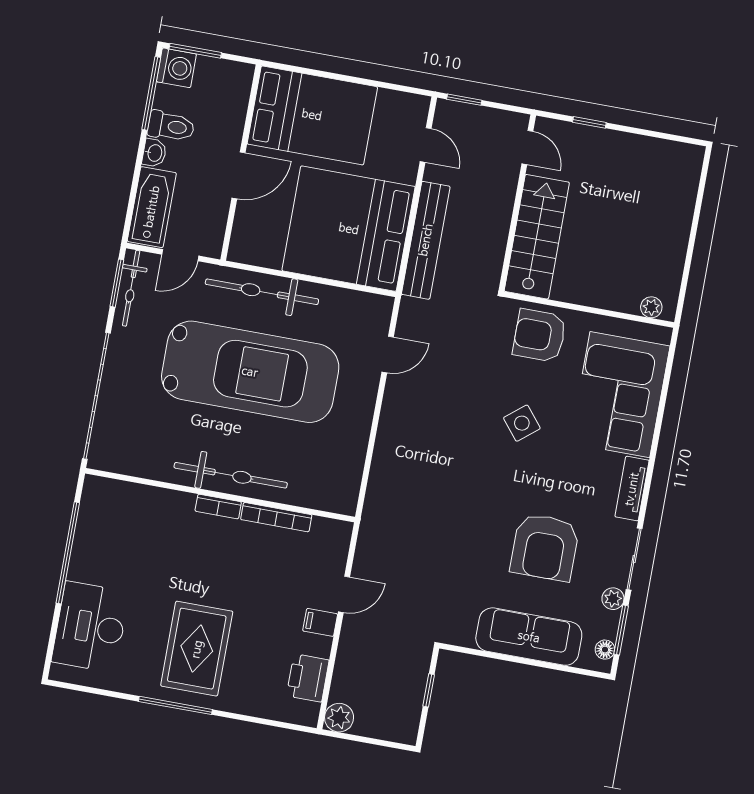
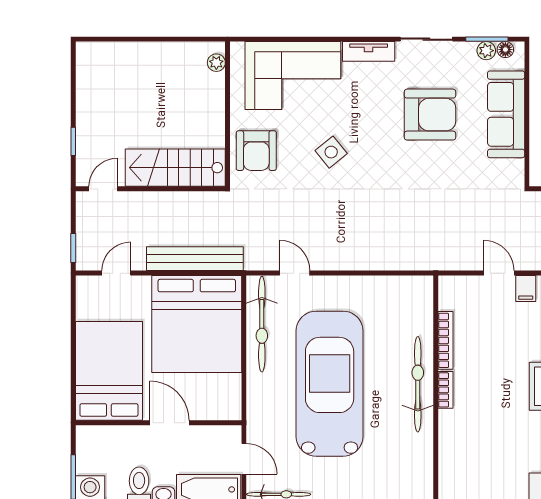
bicycle: (262, 292) -> (262, 324), moved
plant: (613, 599) -> (486, 51), moved

